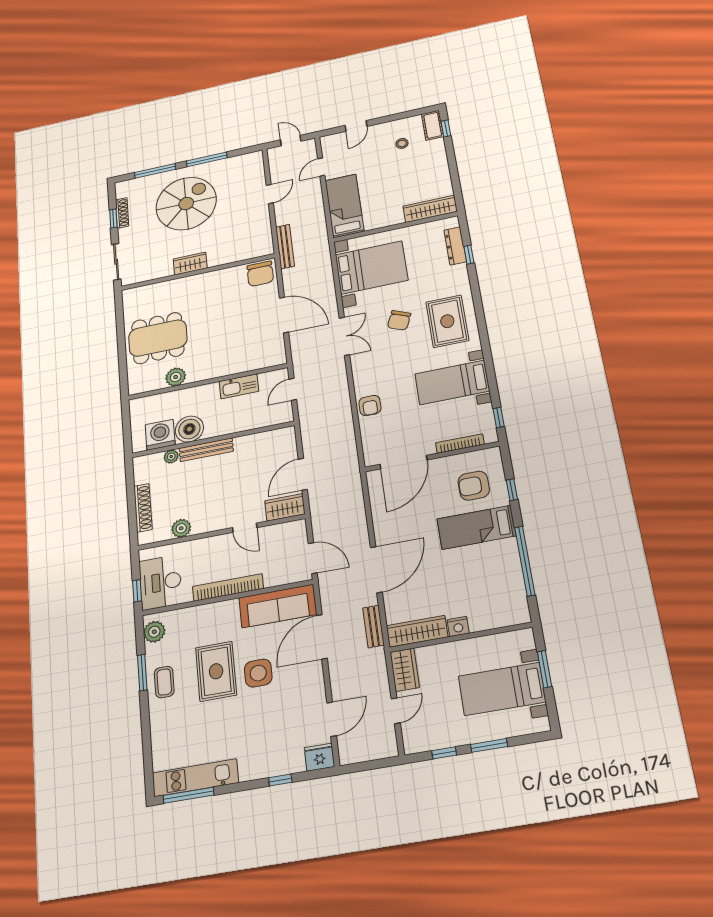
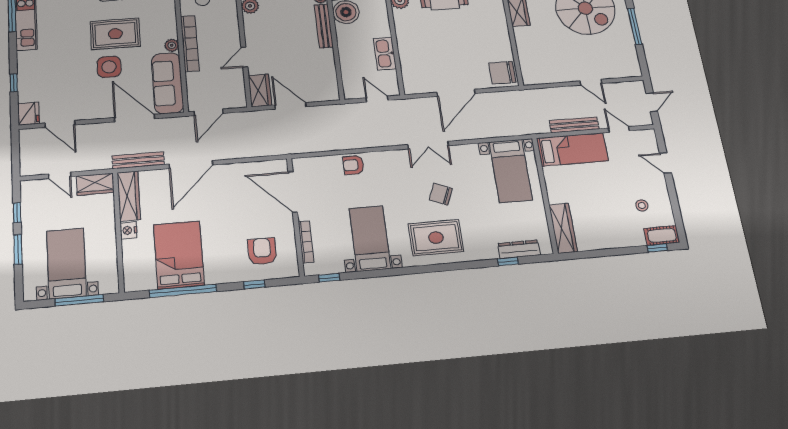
bench: (285, 247) -> (574, 125), moved
bed with nightstands: (371, 268) -> (511, 171), width x0.73
bed: (476, 527) -> (179, 255), moved, width x1.50
door: (376, 570) -> (191, 165), hinge flipped
plant: (230, 607) -> (172, 45), added
bench: (373, 626) -> (138, 160), width x1.36
window: (545, 669) -> (79, 300), width x1.44

